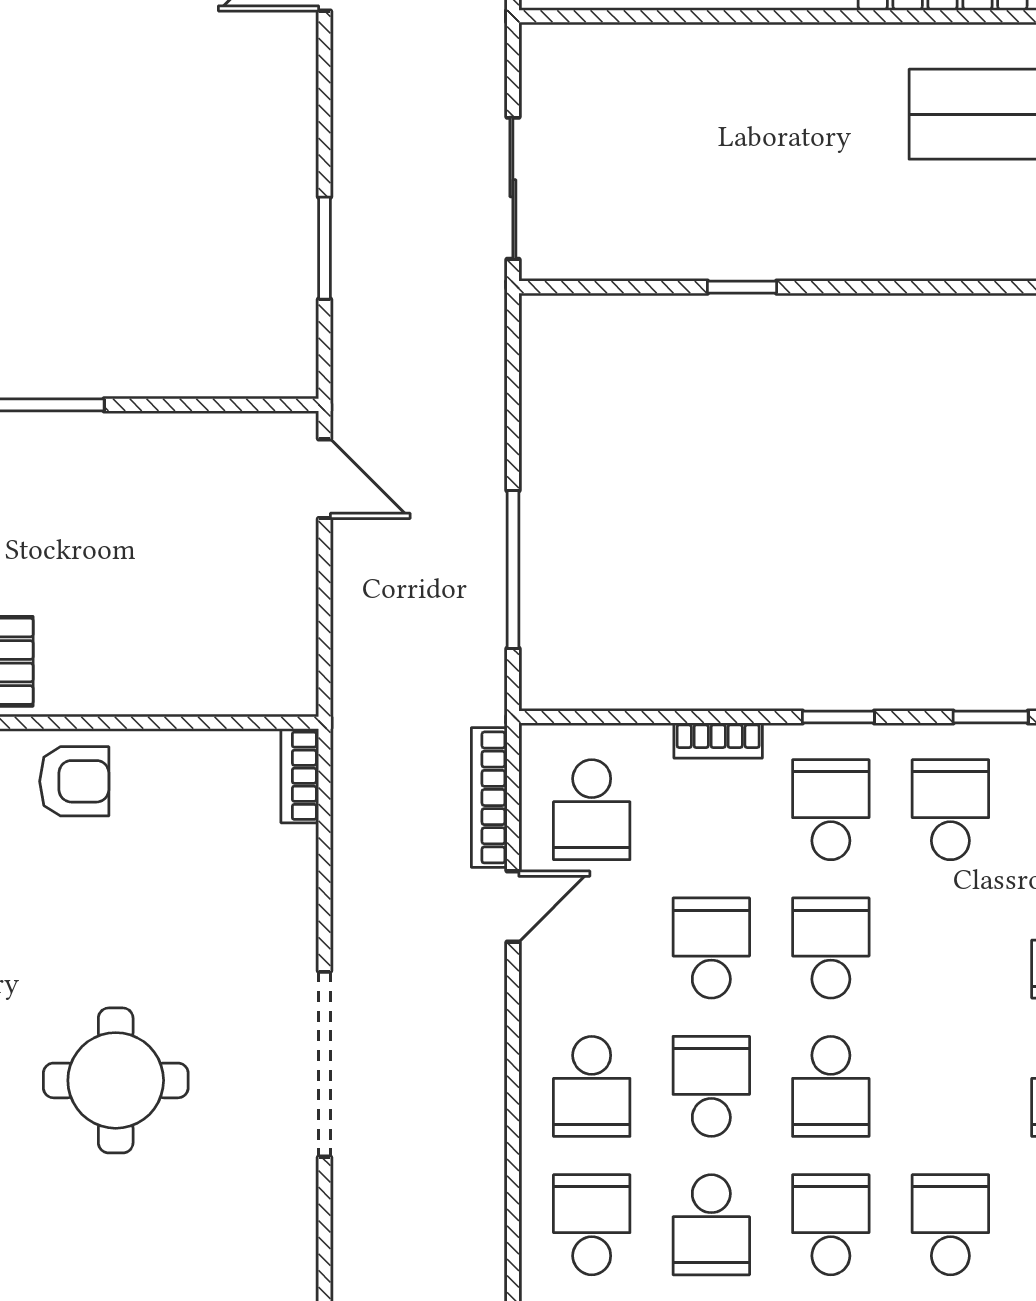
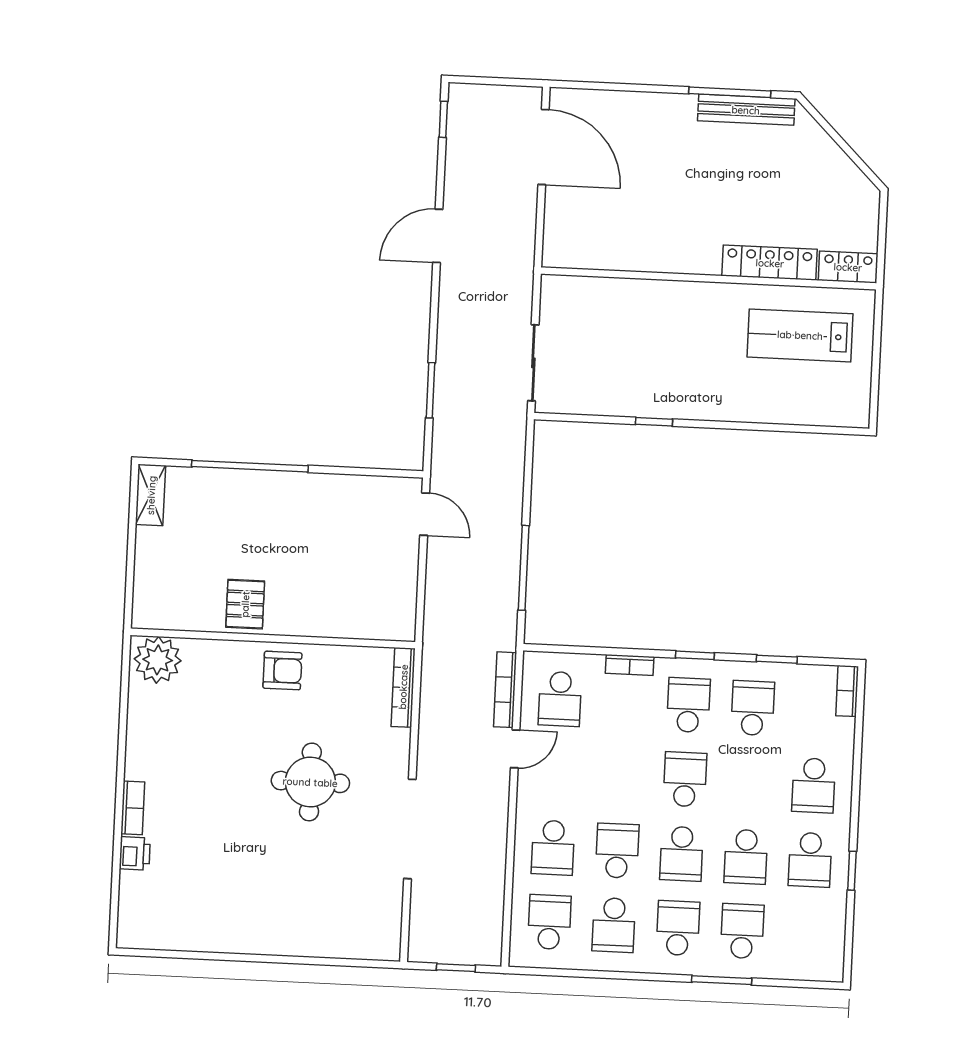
bookcase: (300, 776) -> (403, 687), width x1.56
school desk: (711, 948) -> (746, 857), moved, turned 180
round table: (116, 1080) -> (310, 782), moved

